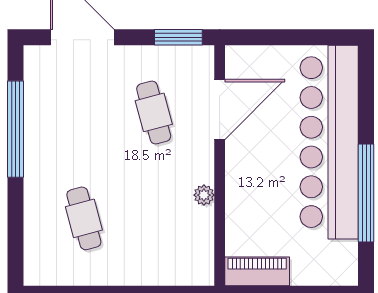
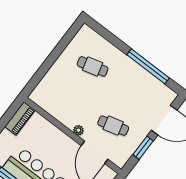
window: (178, 37) -> (143, 148), moved
plant: (204, 195) -> (78, 130), moved

